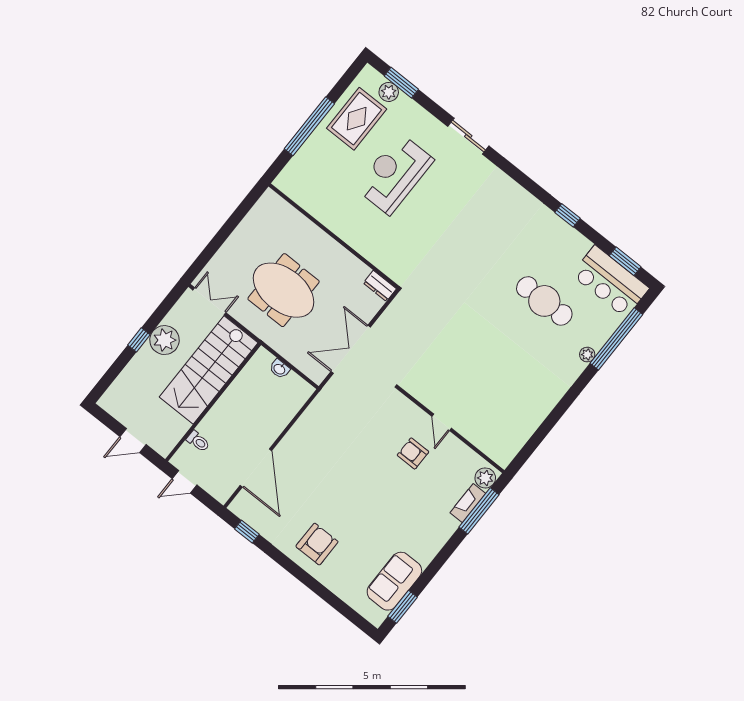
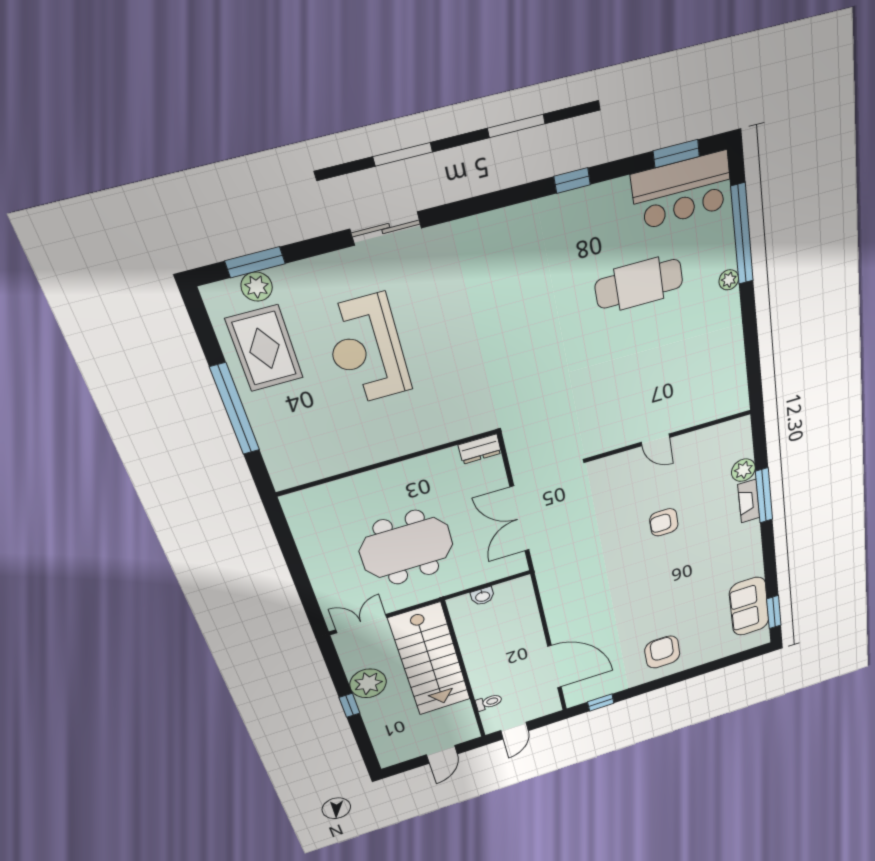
door: (442, 422) -> (655, 440), moved
wall: (451, 430) -> (670, 436), moved

